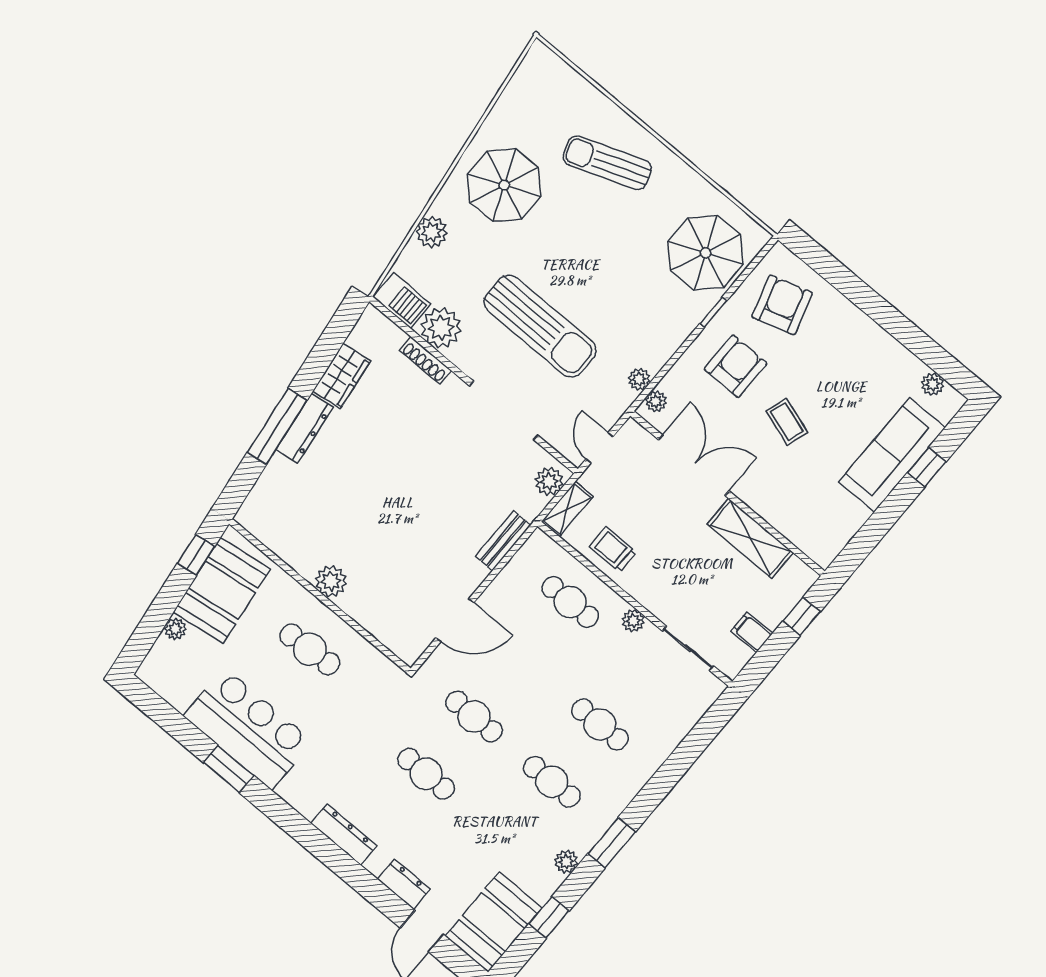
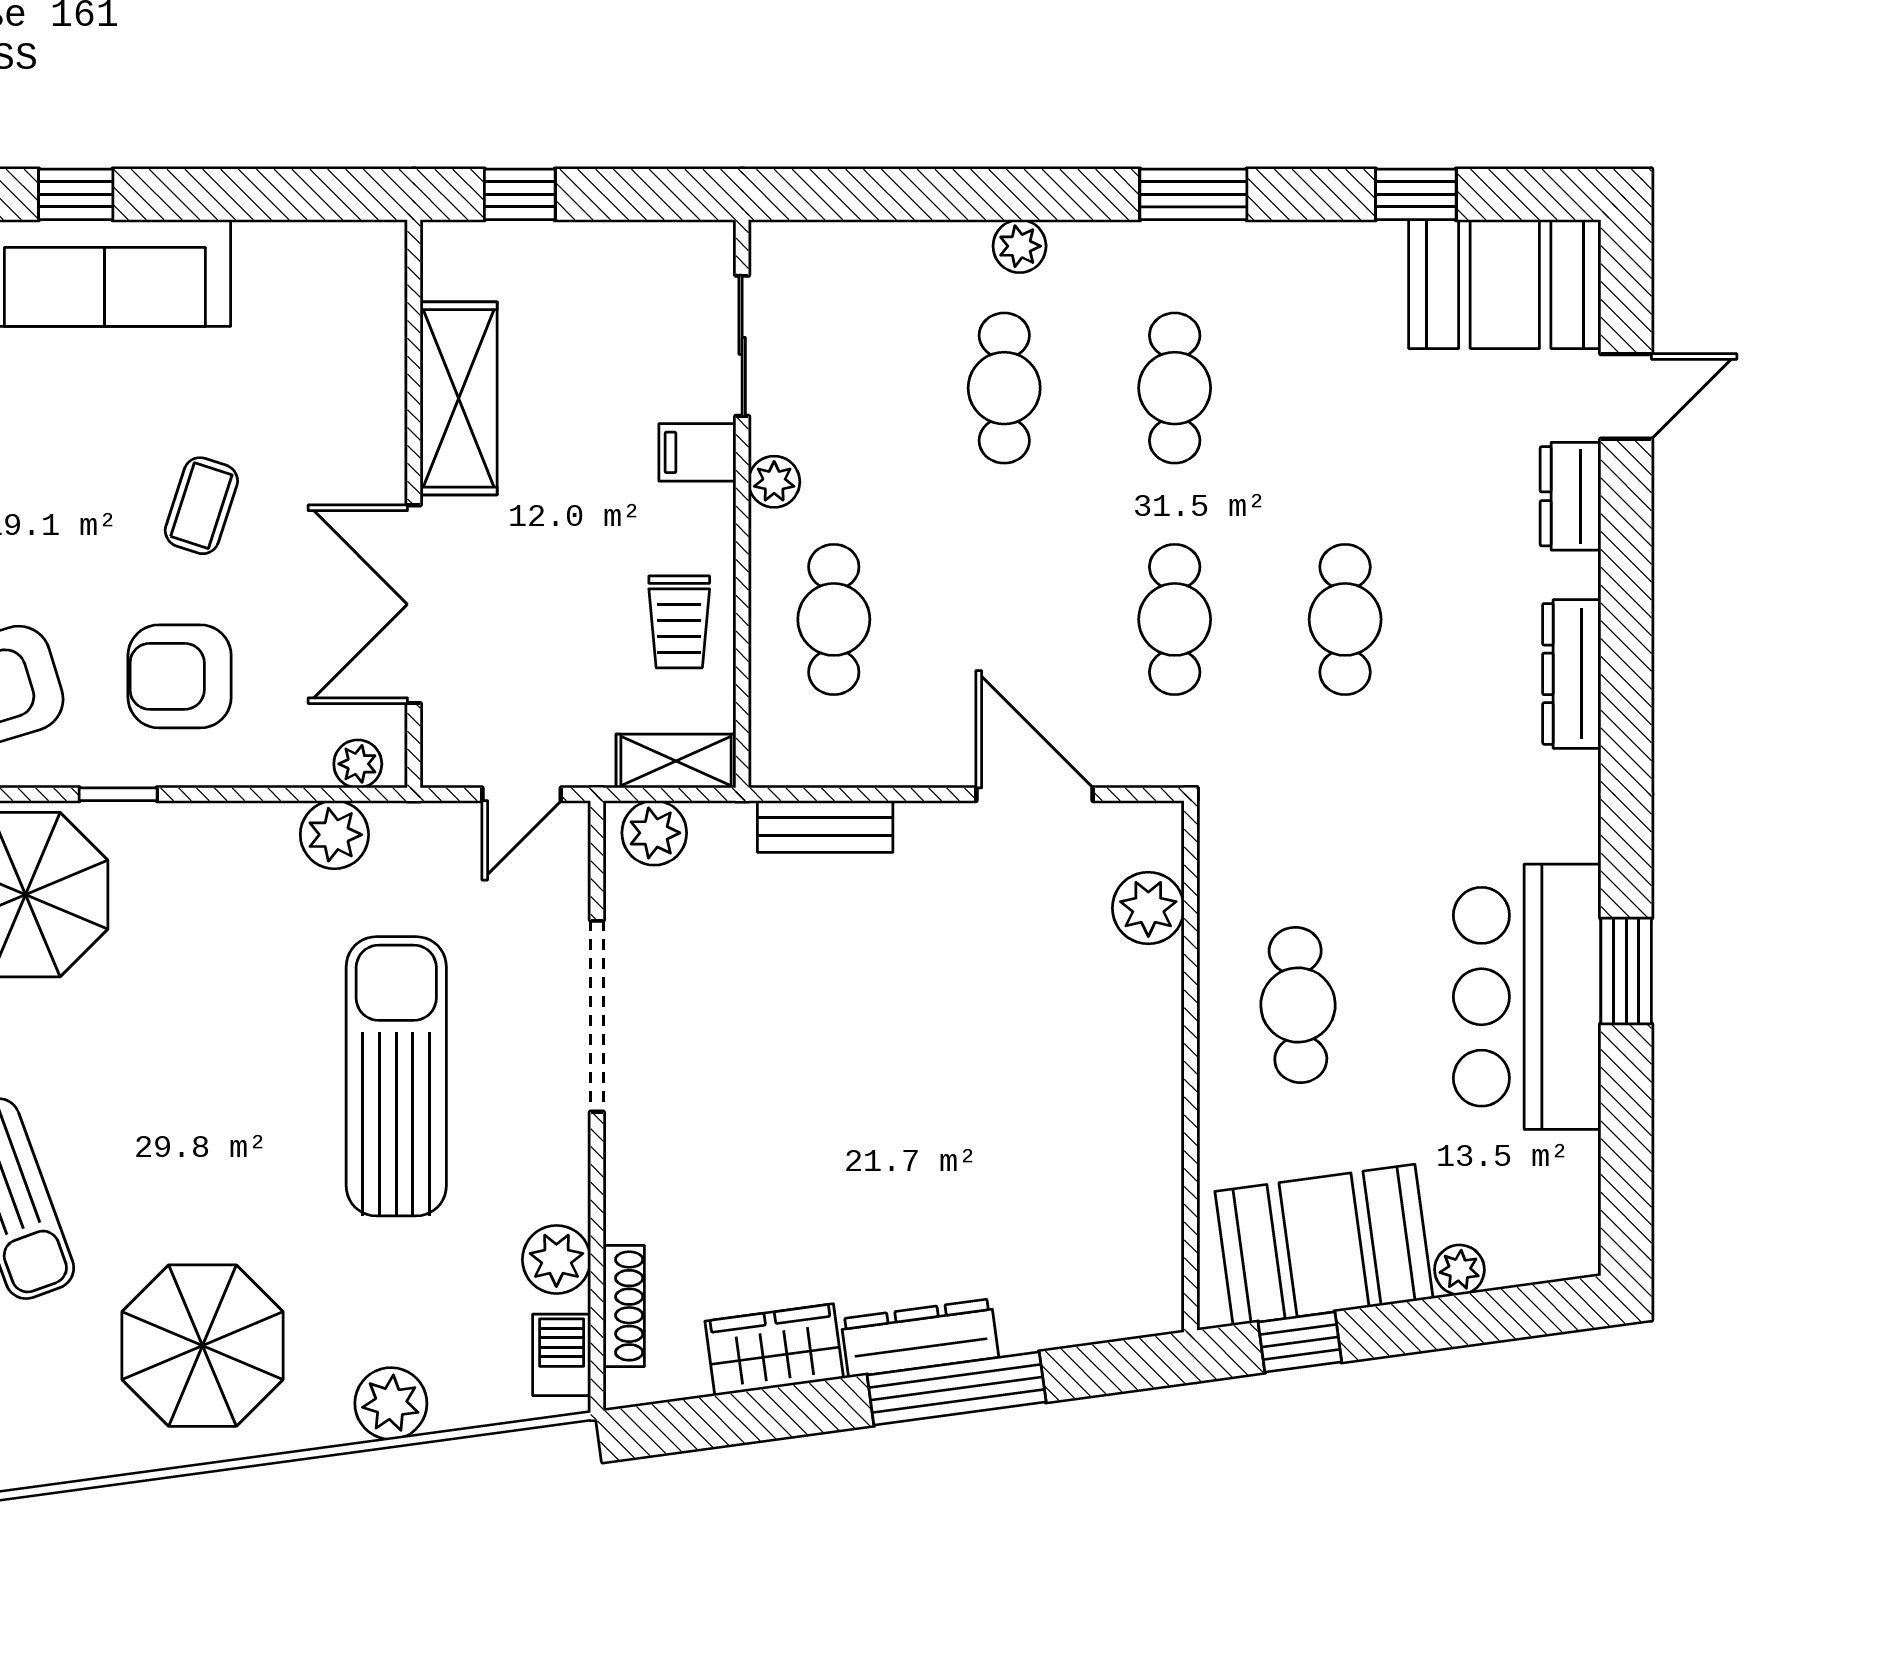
barbecue: (402, 301) -> (562, 1355), width x0.73, depth x0.79
plant: (441, 328) -> (556, 1260), width x0.73, depth x0.73
shoe rack: (426, 360) -> (624, 1306), moved
plant: (639, 379) -> (334, 835), width x1.38, depth x1.38
plant: (331, 581) -> (1148, 908), moved
filing cabinet: (752, 632) -> (697, 452), moved, turned 90
plant: (566, 862) -> (1020, 246), moved

